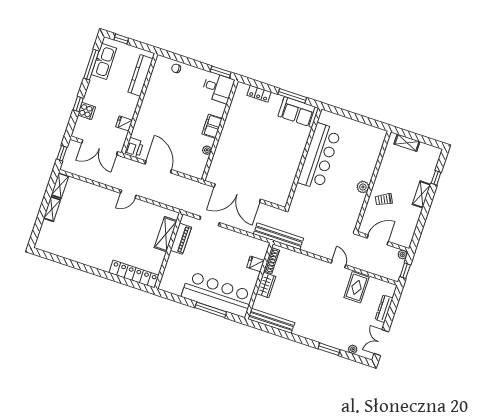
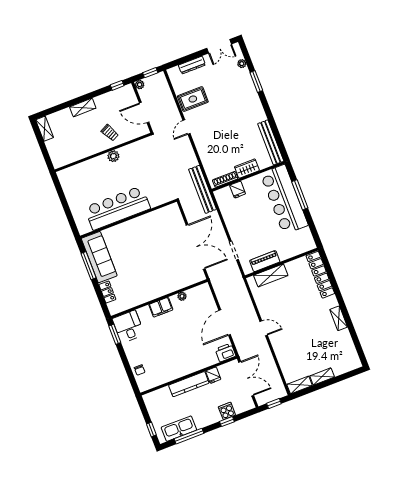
kitchen counter: (140, 75) -> (189, 384), moved
sofa: (298, 112) -> (99, 257), width x1.36
shelving: (407, 143) -> (45, 129), moved
window: (436, 178) -> (117, 85), moved
shelving: (87, 260) -> (339, 318), added

